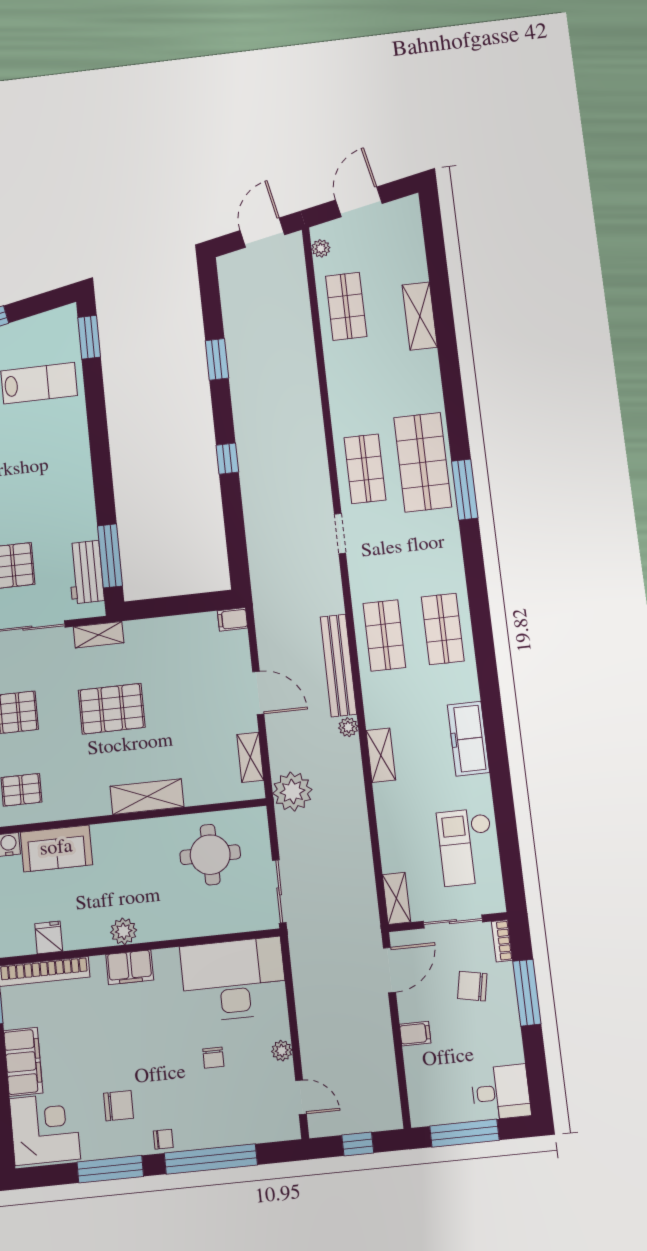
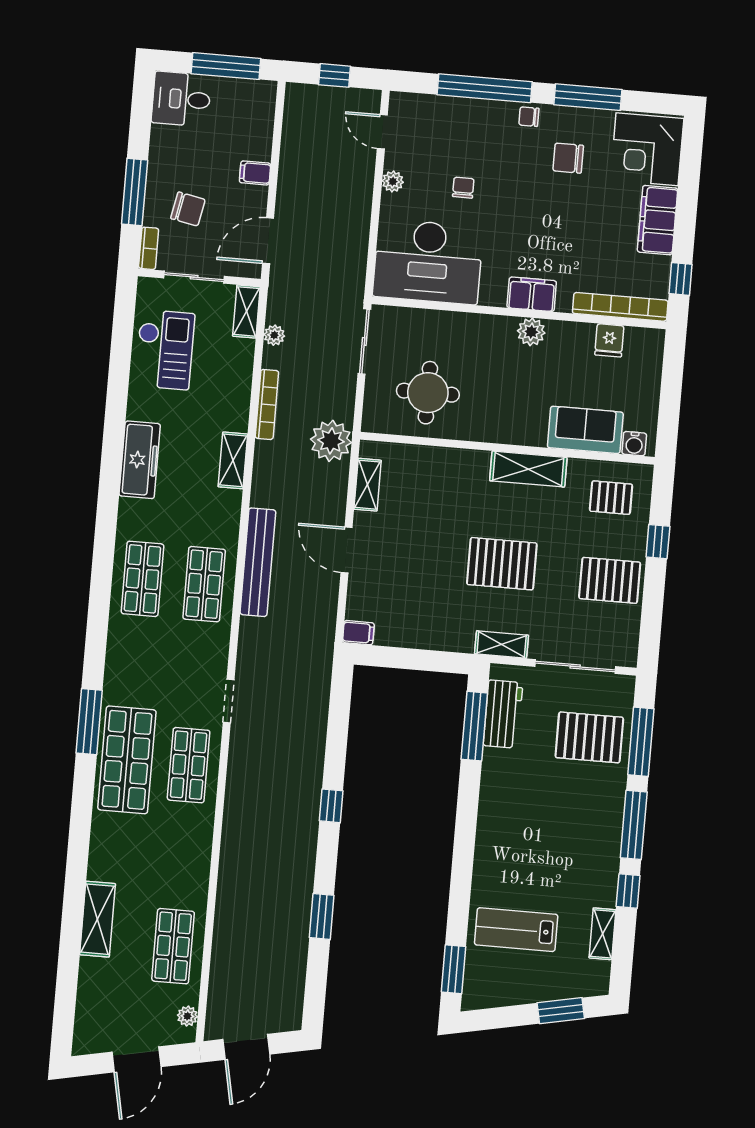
plant: (348, 727) -> (274, 335), moved
shelving: (147, 797) -> (528, 469), moved
bookcase: (359, 814) -> (267, 404), added

